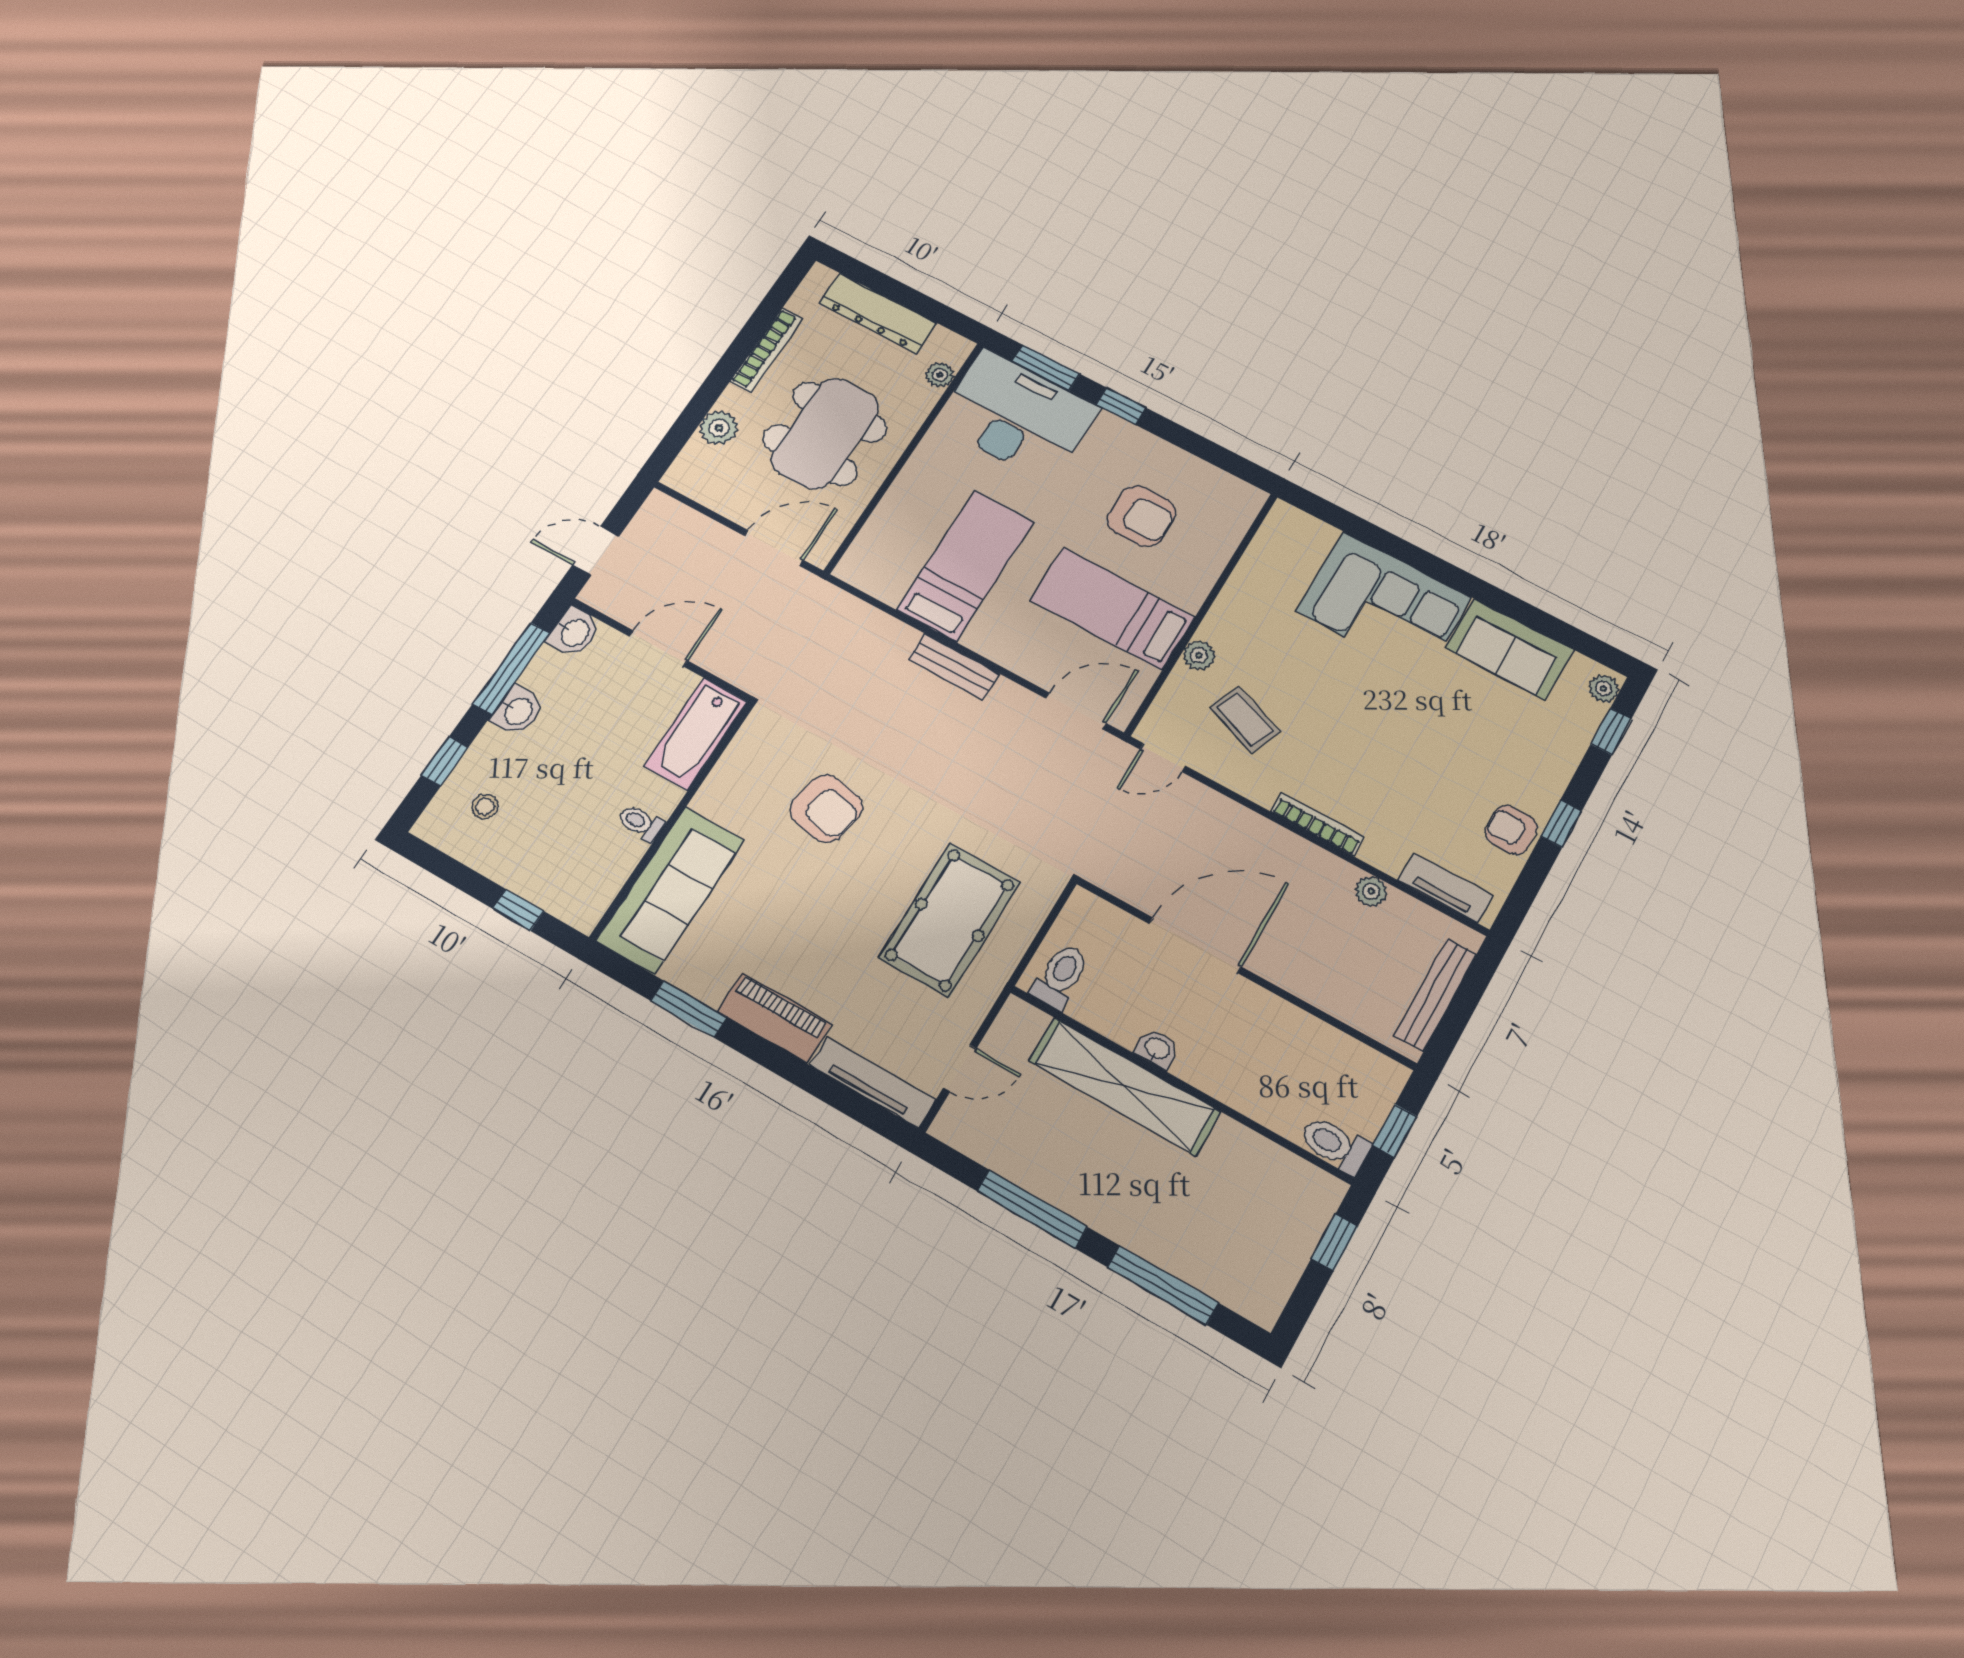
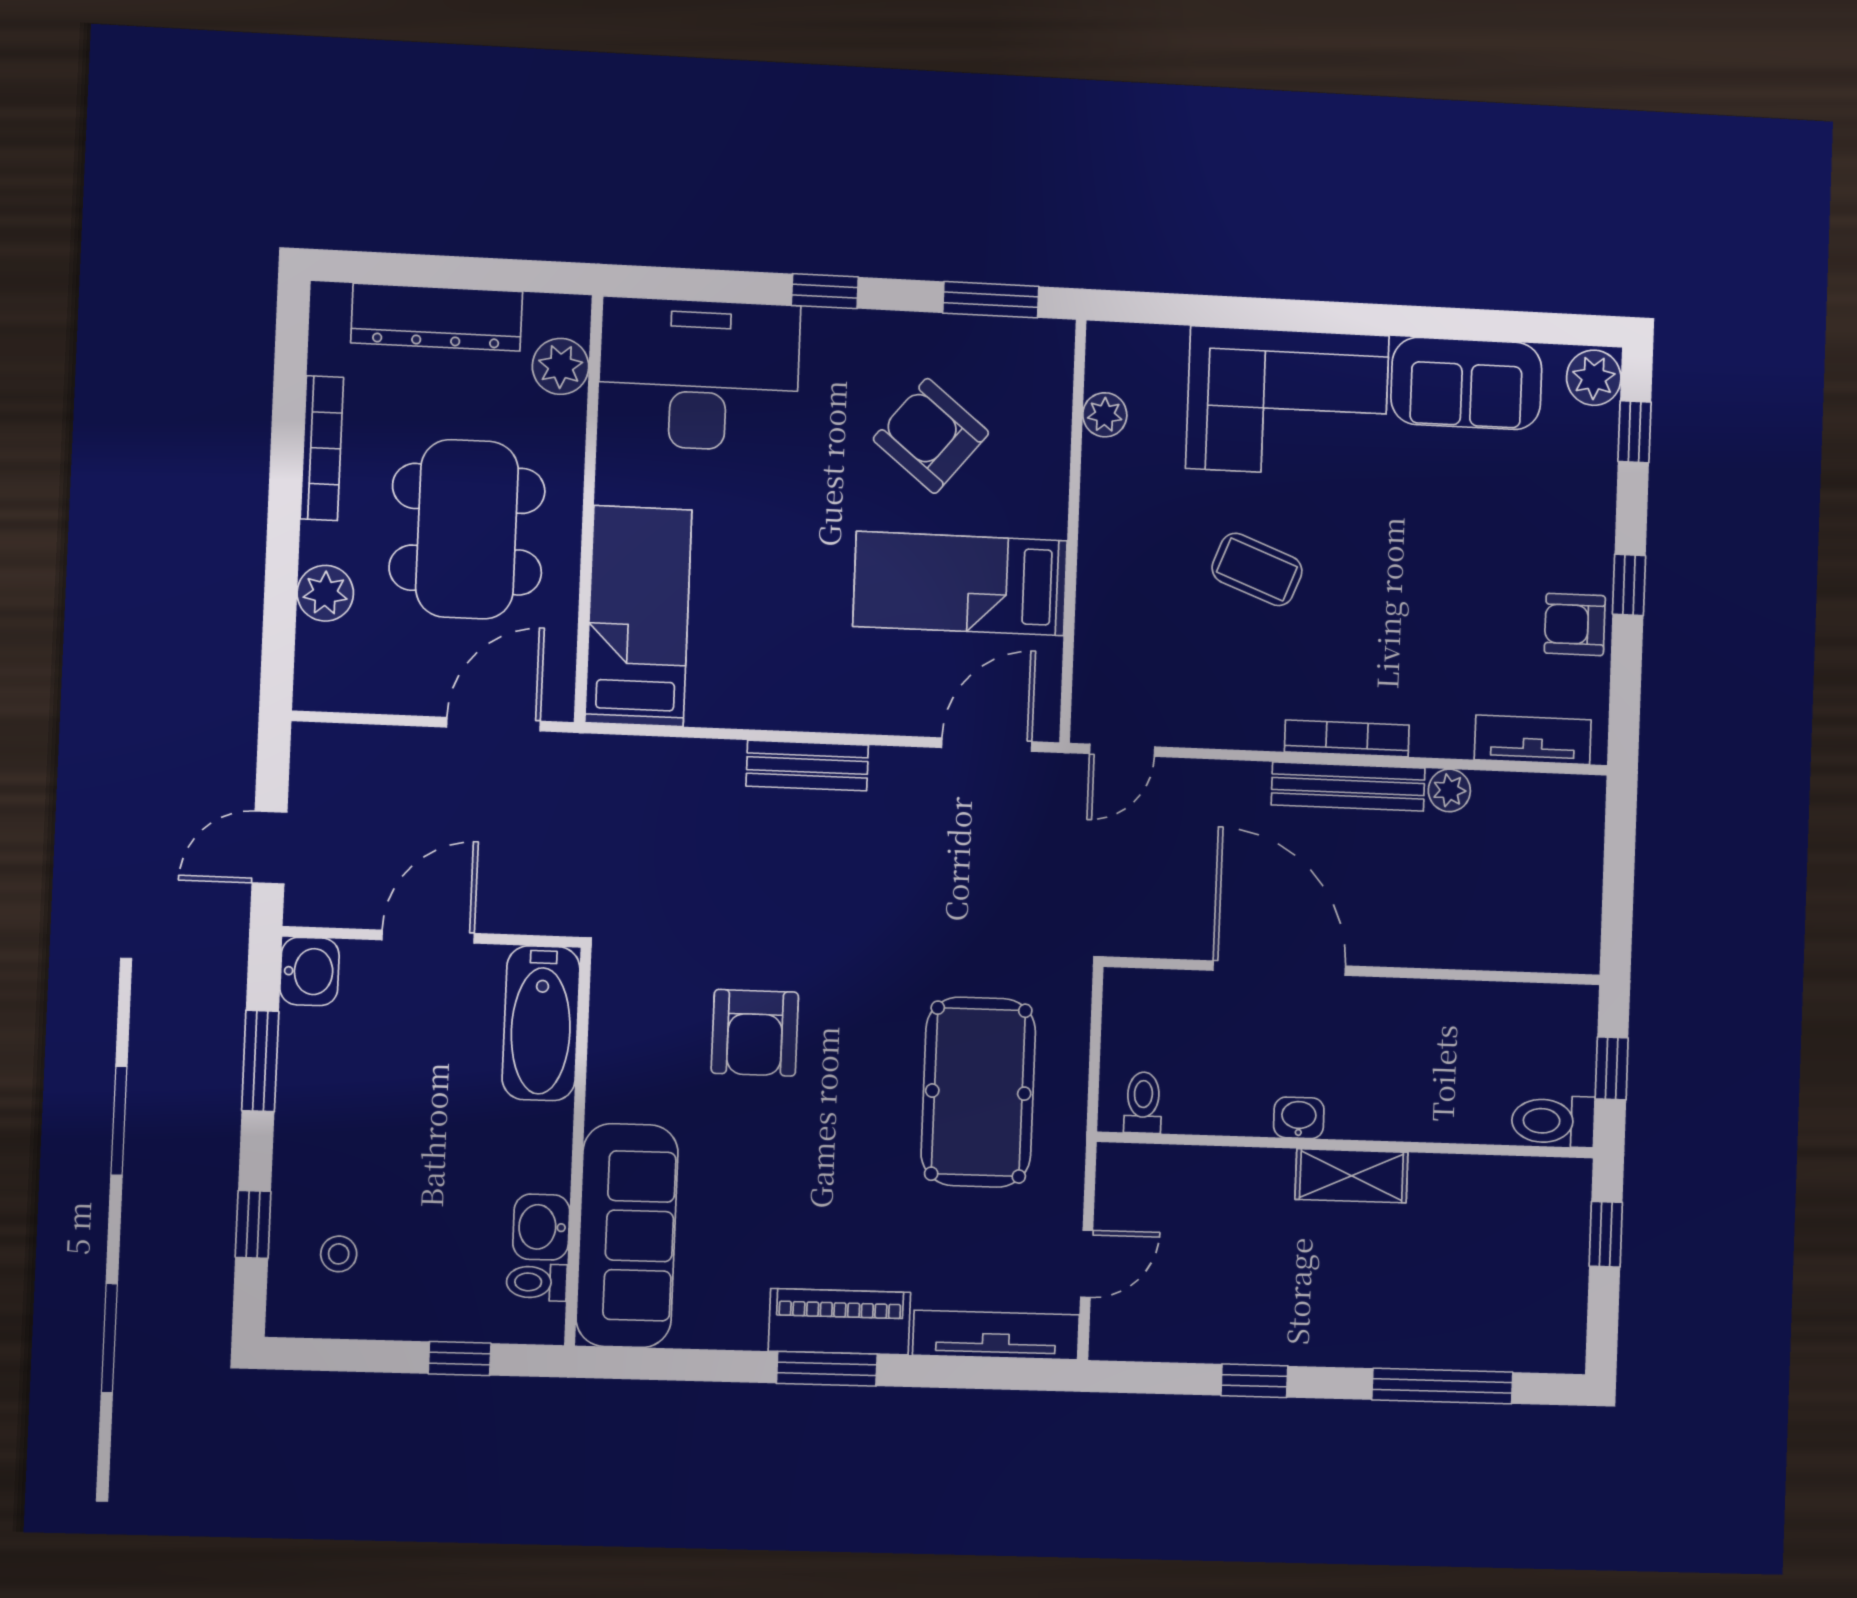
window: (1046, 368) -> (991, 300), moved
plant: (940, 375) -> (561, 366), width x1.38, depth x1.38
armchair: (1142, 516) -> (931, 436), turned -141
bed: (965, 566) -> (638, 616), moved
plant: (1199, 655) -> (1105, 415), moved
window: (511, 668) -> (260, 1061), width x0.69
plant: (1604, 688) -> (1594, 378), width x1.38, depth x1.38
washbasin: (517, 711) -> (541, 1227), moved, turned 180
coffee table: (1245, 720) -> (1257, 569), moved
armchair: (826, 809) -> (755, 1033), turned 79
toilet: (641, 823) -> (537, 1282), moved
door: (1195, 945) -> (1279, 968), hinge flipped
toilet: (1060, 976) -> (1143, 1103), width x0.73, depth x0.72
bench: (1435, 995) -> (1348, 787), moved, turned 90
window: (689, 1009) -> (827, 1369), moved
shelving: (1124, 1086) -> (1352, 1176), width x0.45, depth x0.75
window: (1032, 1209) -> (1254, 1381), width x0.46

